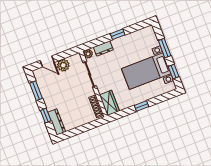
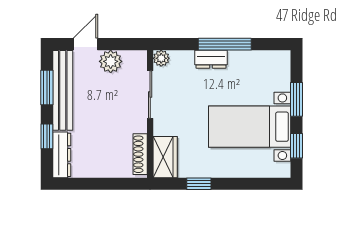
window: (118, 34) -> (225, 44), width x2.17
dresser: (103, 48) -> (211, 59), moved
door: (47, 61) -> (85, 44), swing flipped
bench: (45, 89) -> (63, 90), added
window: (142, 106) -> (199, 184), moved

